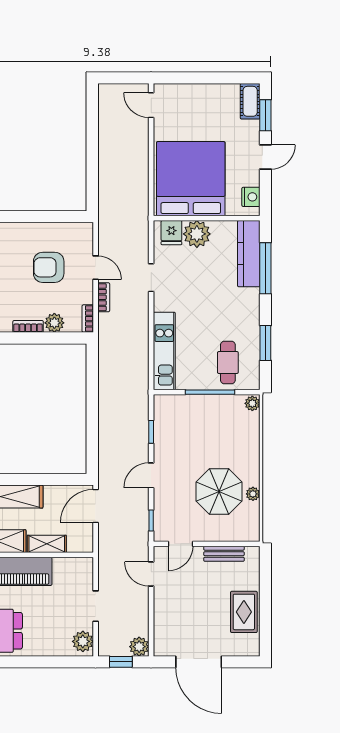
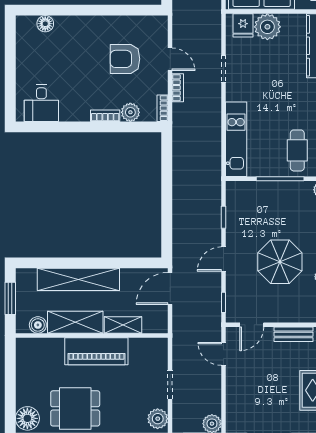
parasol: (219, 492) -> (280, 262), moved

